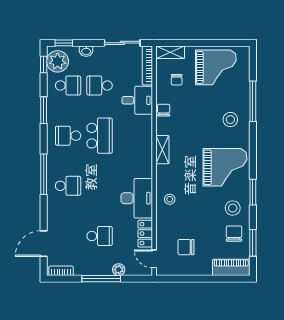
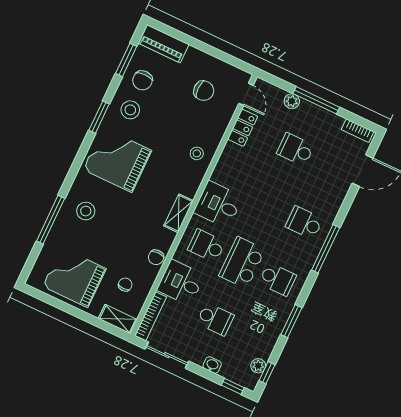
plant: (58, 61) -> (258, 366), width x0.53, depth x0.53
school desk: (68, 86) -> (206, 246), moved
desk: (137, 198) -> (218, 204), moved, width x0.73

